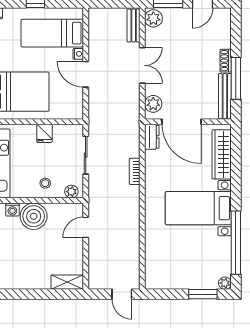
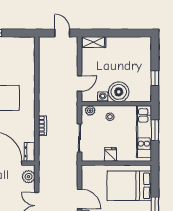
washing machine: (12, 210) -> (103, 97), moved
door: (122, 294) -> (62, 33), moved

